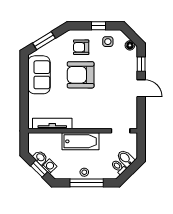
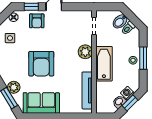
plant: (56, 46) -> (14, 87), added
armchair: (81, 47) -> (37, 21), moved
plant: (93, 121) -> (85, 52), added
window: (87, 183) -> (143, 58), width x0.69

